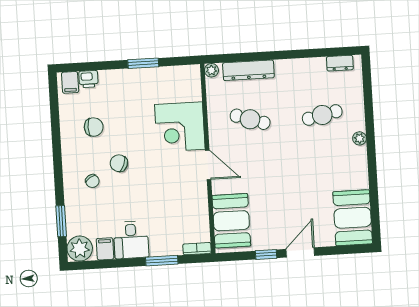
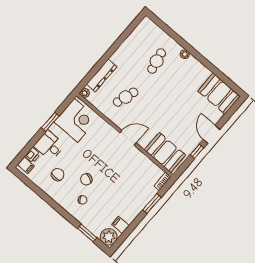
dresser: (340, 63) -> (140, 29), removed
corner desk: (180, 127) -> (76, 120), moved, turned -90
desk: (131, 240) -> (49, 146), moved, turned 180

